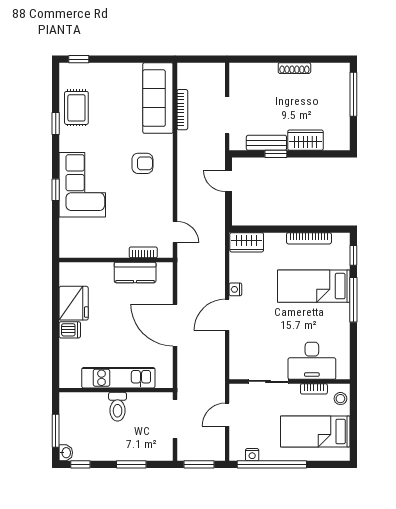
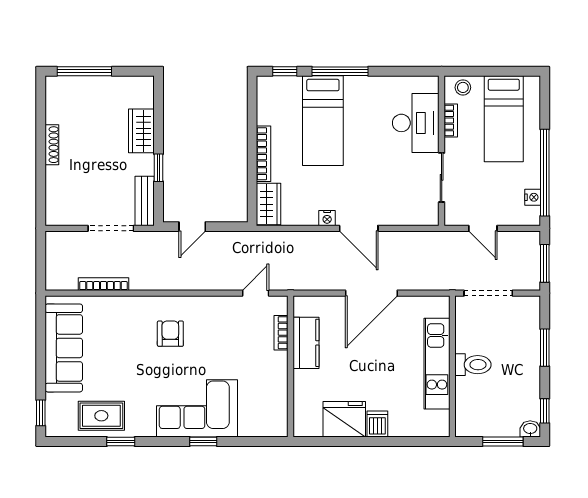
sofa: (158, 98) -> (64, 348), moved, turned -90
bench: (266, 143) -> (145, 201), moved
bookcase: (309, 238) -> (264, 154), moved

